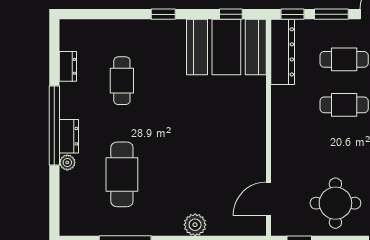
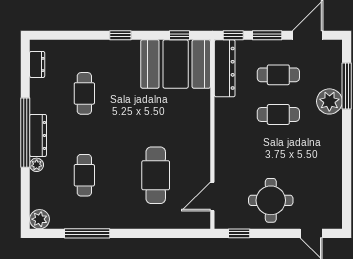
dresser: (68, 66) -> (37, 64), moved
dresser: (69, 136) -> (38, 135), width x1.44
cafe table: (122, 174) -> (84, 175), width x0.73, depth x0.74
cafe table: (204, 174) -> (156, 175), added
plant: (195, 225) -> (40, 219), moved

